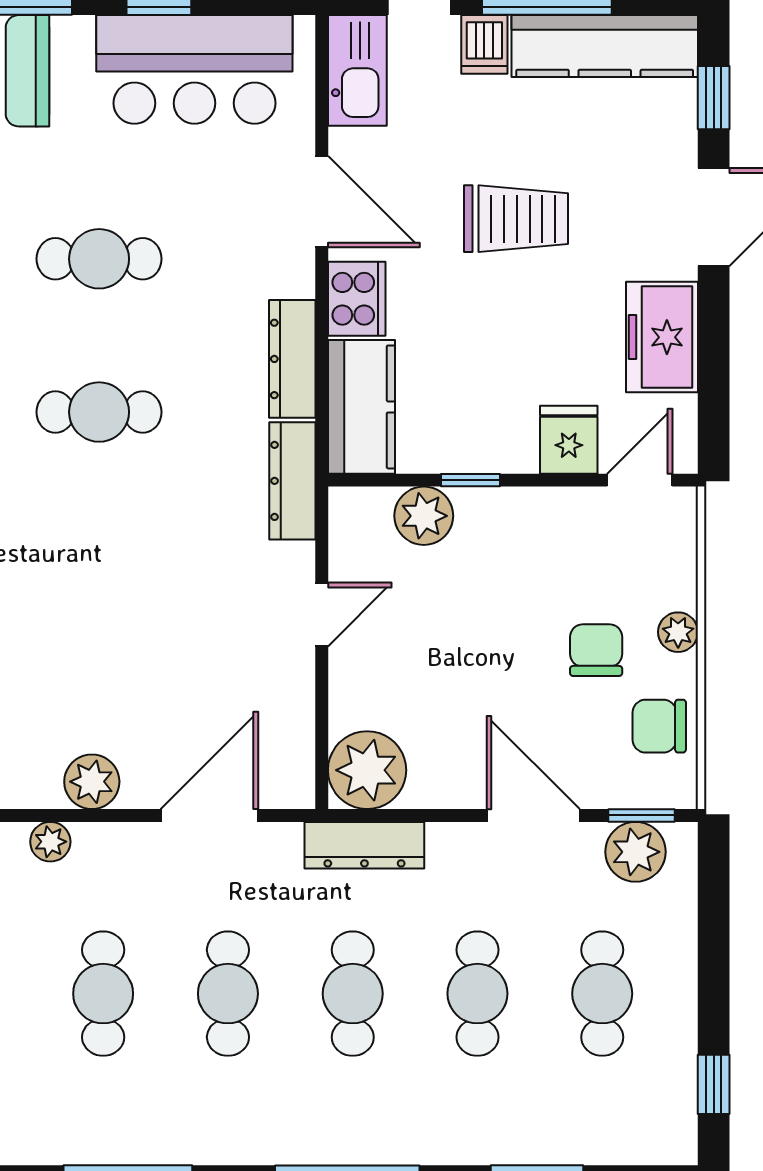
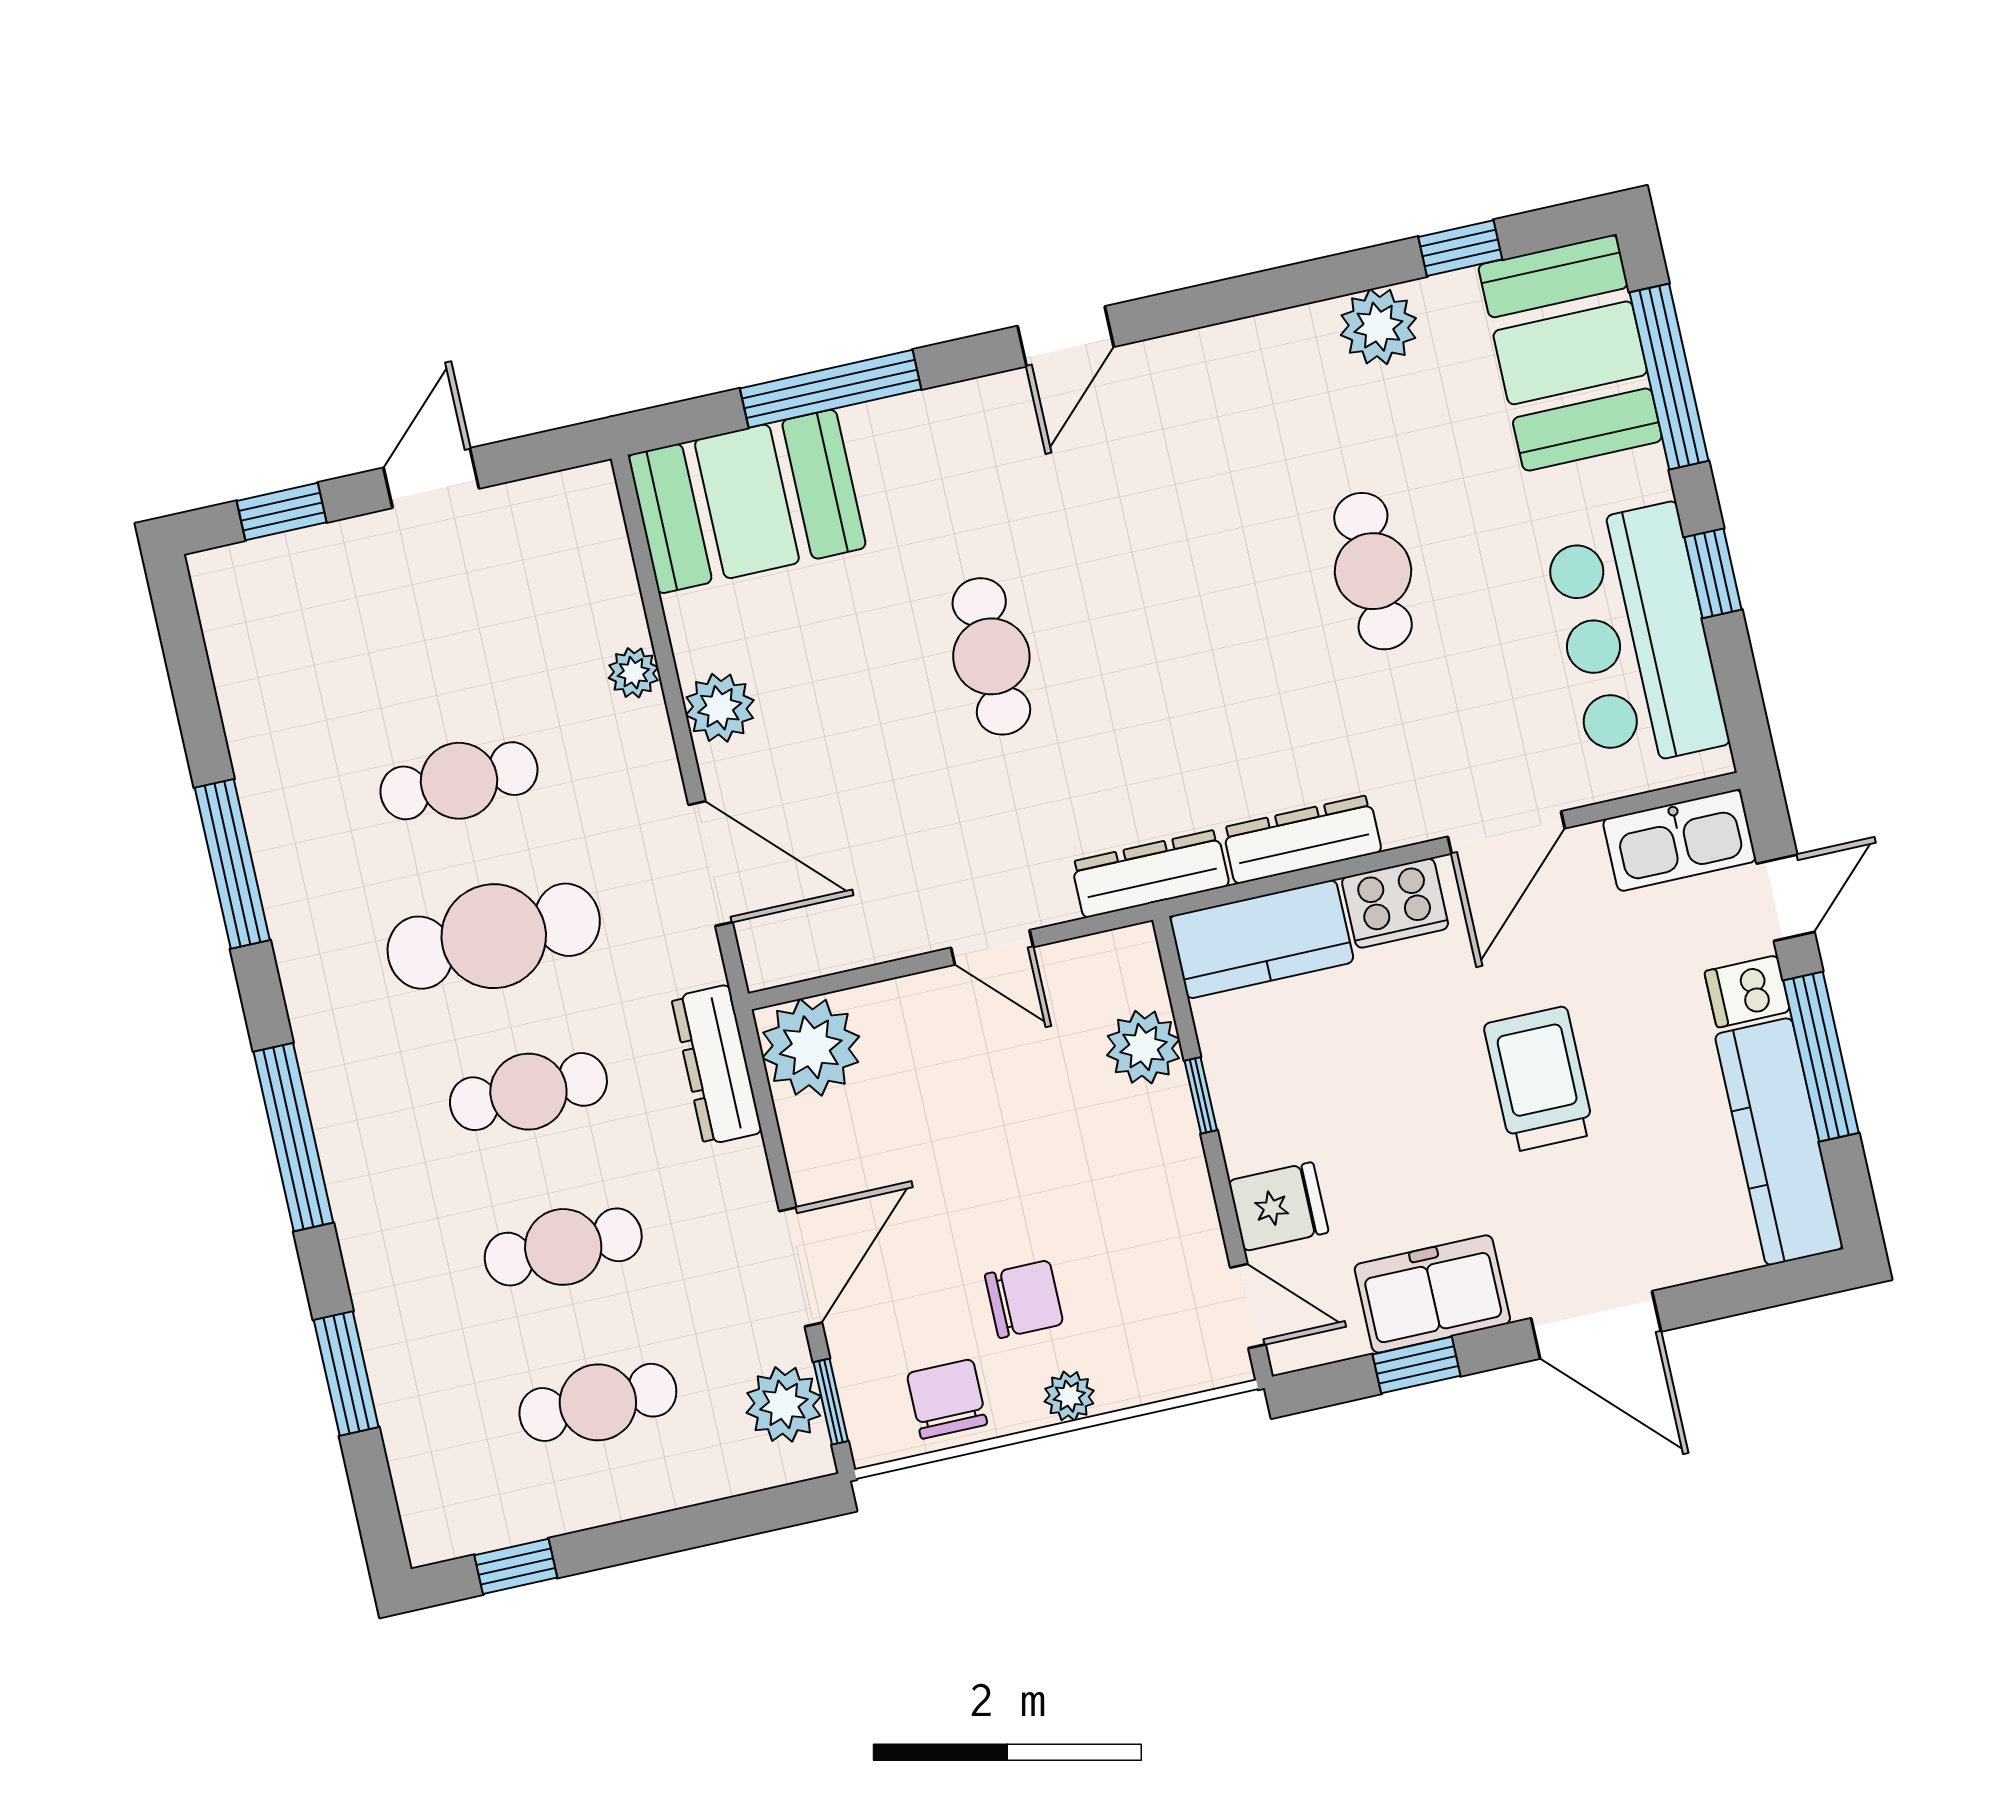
window: (714, 98) -> (1417, 1365), moved
trolley: (516, 219) -> (1539, 1079), turned 180
cafe table: (99, 412) -> (991, 656), moved
cafe table: (228, 994) -> (494, 936), width x1.37, depth x1.35

